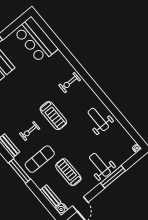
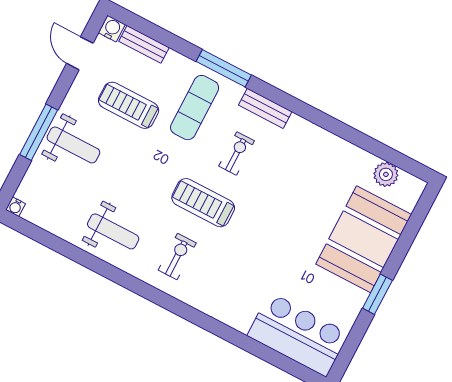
exercise bike: (70, 83) -> (177, 257), moved
treadmill: (68, 172) -> (129, 105), turned 180

